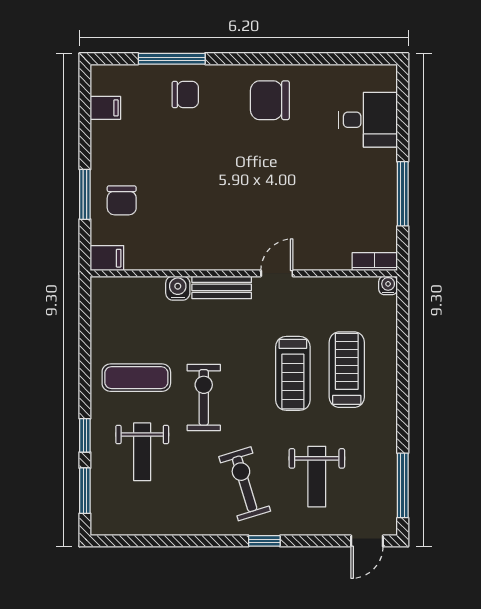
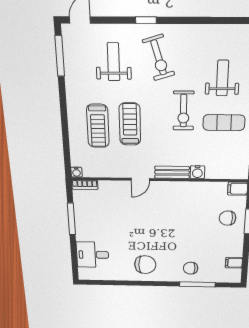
chair: (122, 200) -> (228, 218), turned -90

